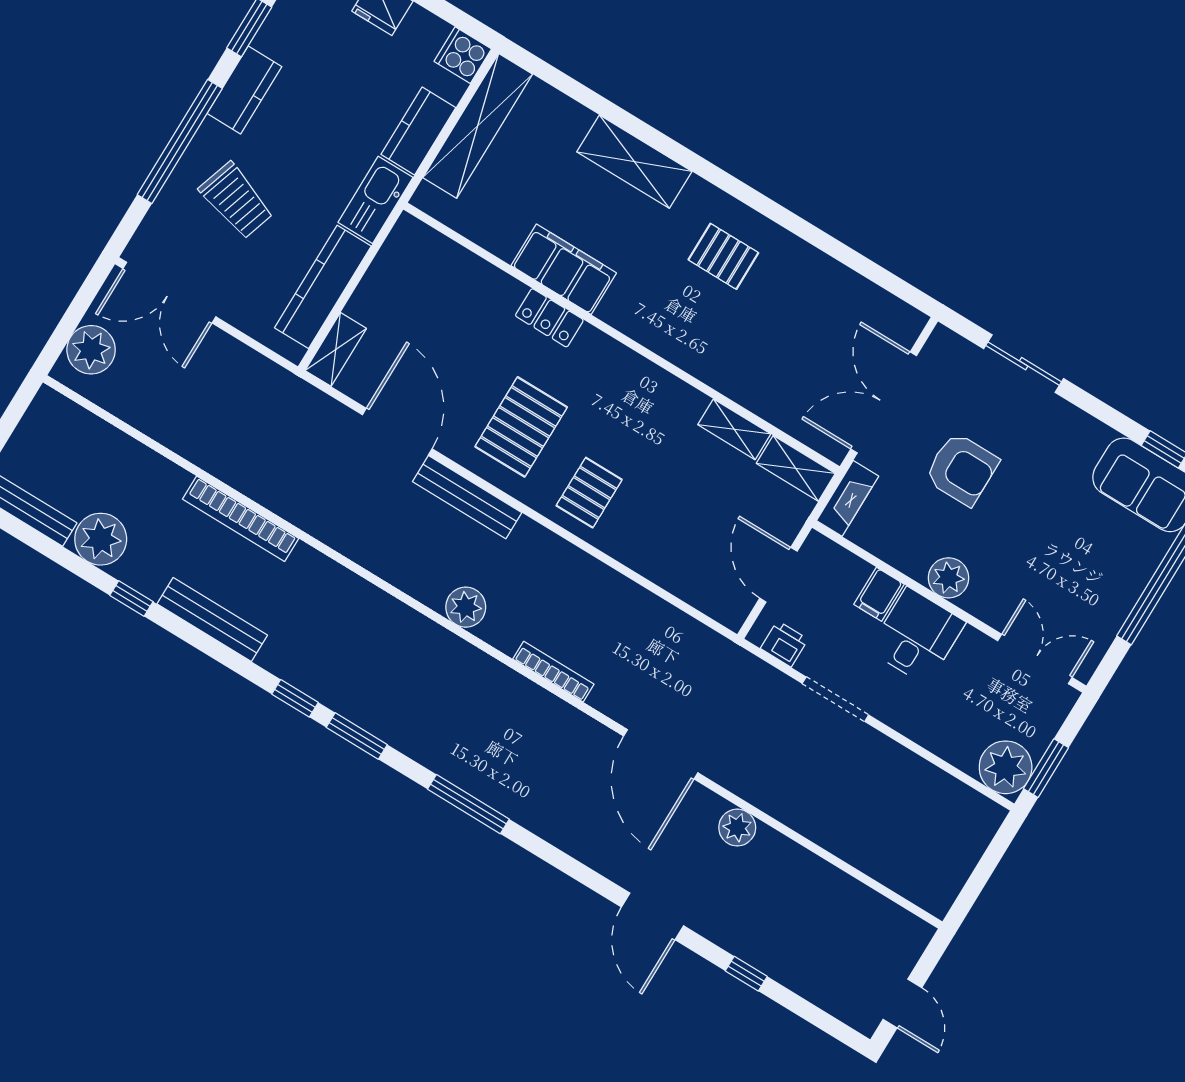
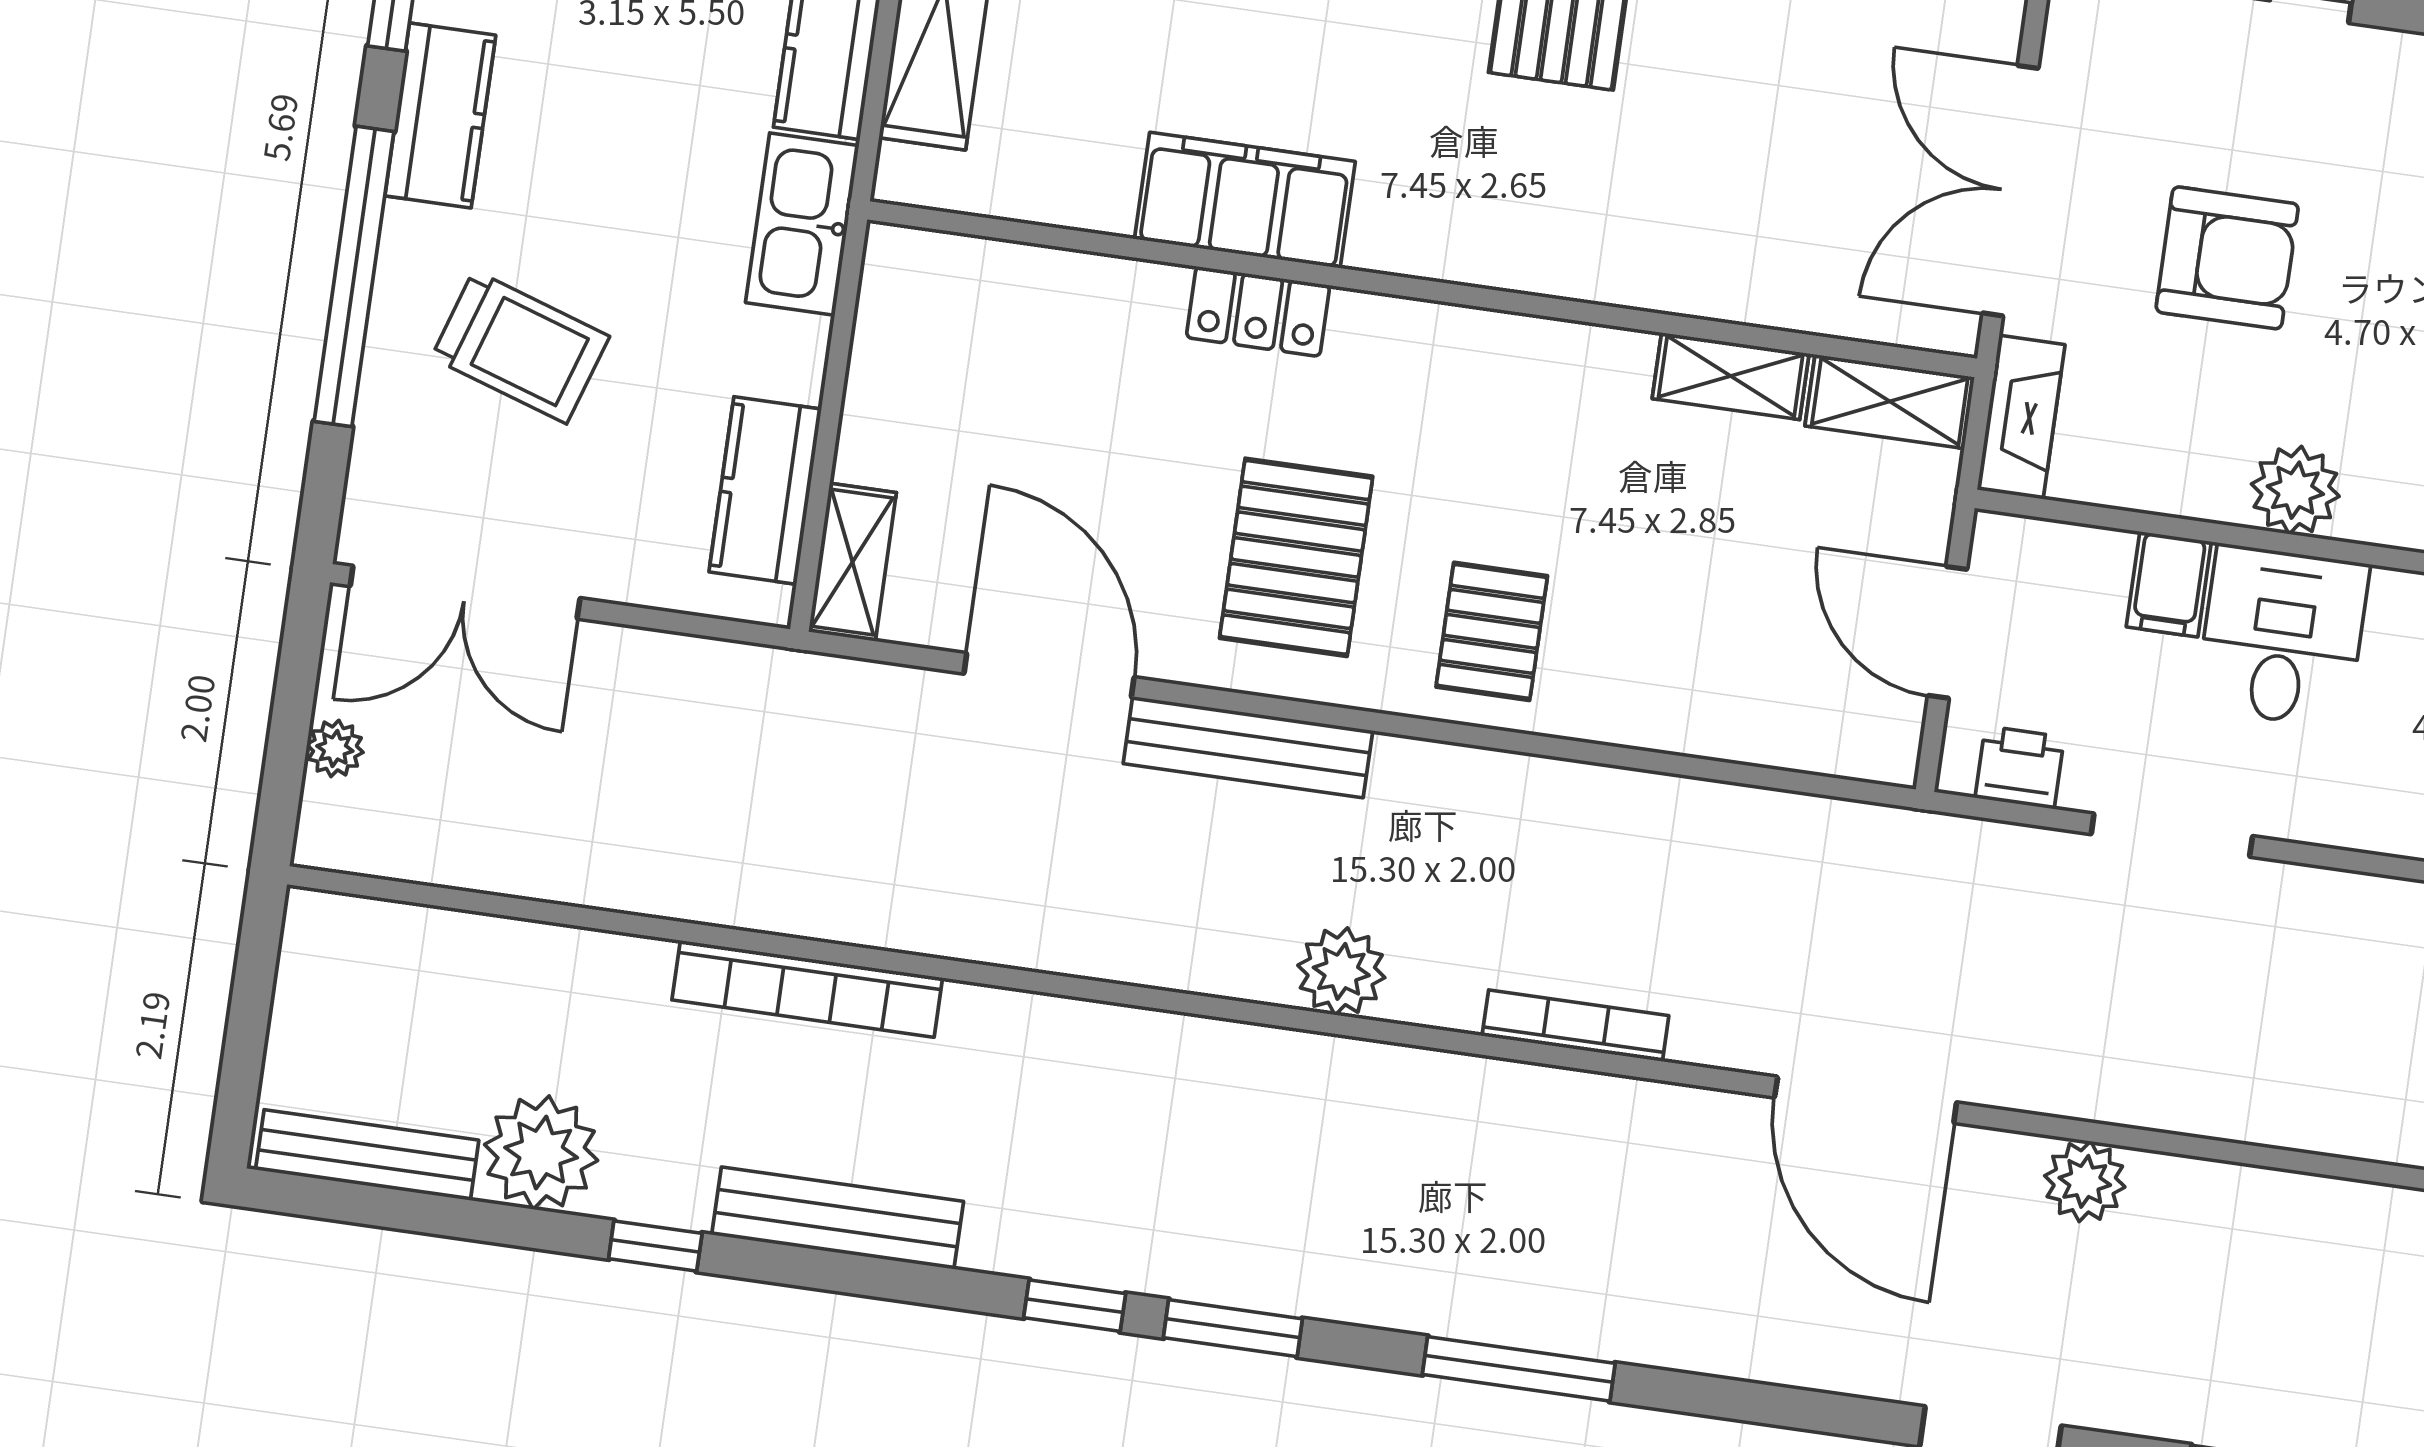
kitchen counter: (323, 287) -> (765, 490), width x0.67
plant: (91, 350) -> (335, 748), width x0.53, depth x0.53

